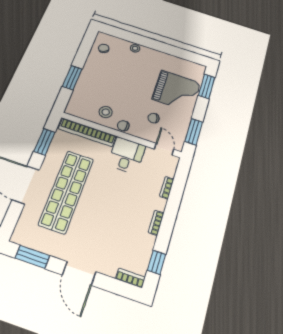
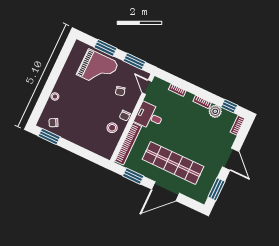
window: (72, 78) -> (49, 137), moved
window: (207, 86) -> (105, 48), moved
grand piano: (176, 91) -> (98, 69), turned 90
door: (164, 149) -> (147, 87), hinge flipped
plant: (146, 243) -> (215, 111), added
door: (79, 273) -> (231, 159), hinge flipped

